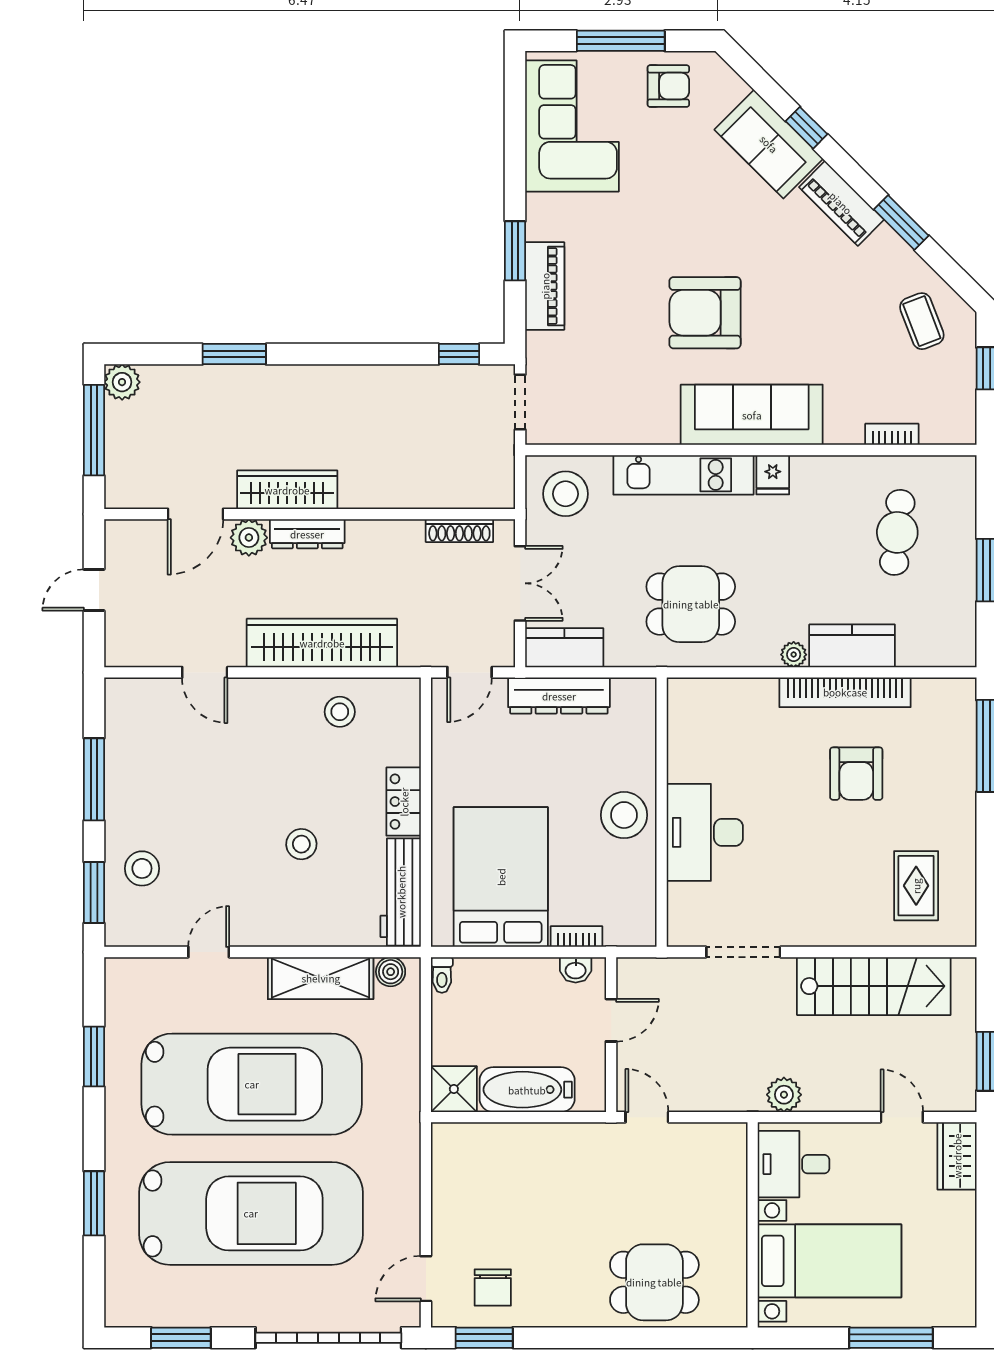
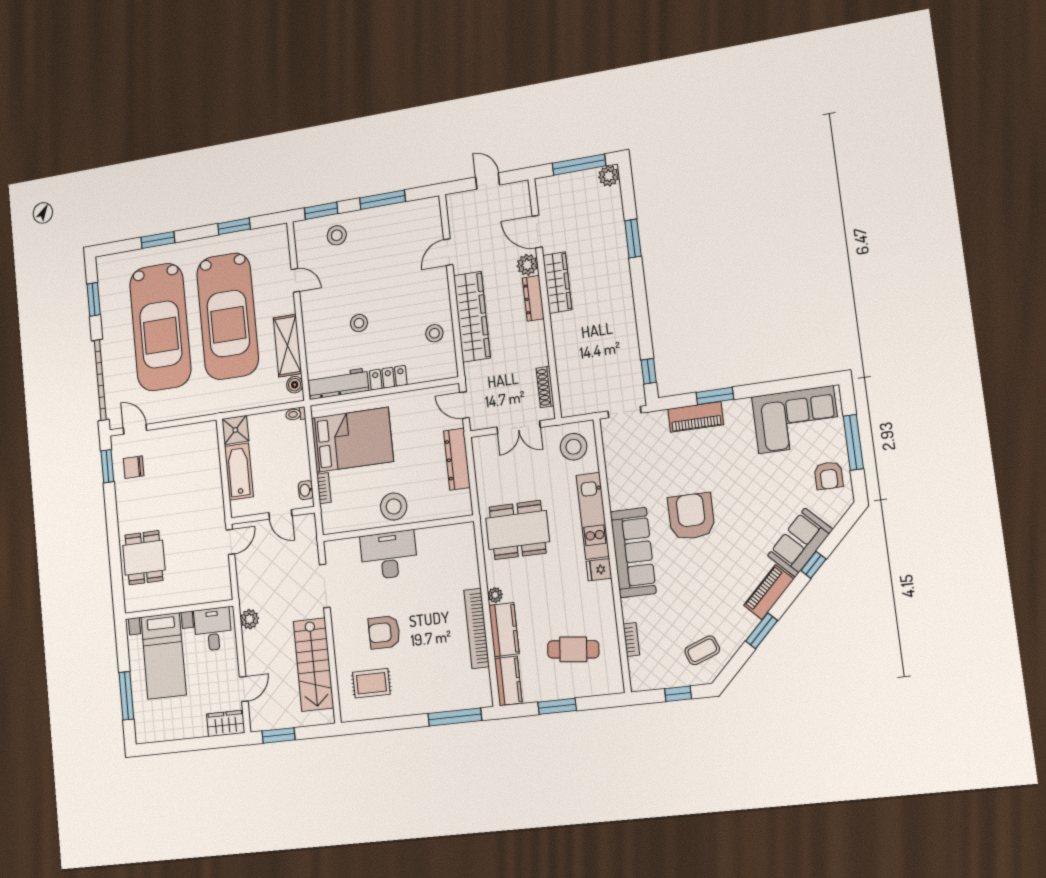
dining table: (691, 604) -> (518, 530), width x1.38
kitchen counter: (564, 648) -> (508, 681), moved
armchair: (856, 774) -> (384, 632), moved

